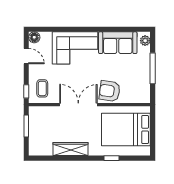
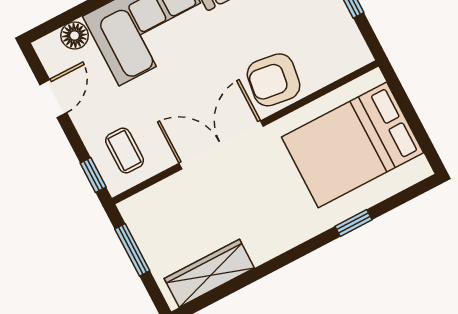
floor lamp: (34, 37) -> (75, 35), moved
door: (26, 56) -> (53, 99), hinge flipped
wardrobe: (71, 149) -> (209, 273), moved

